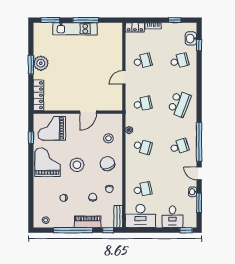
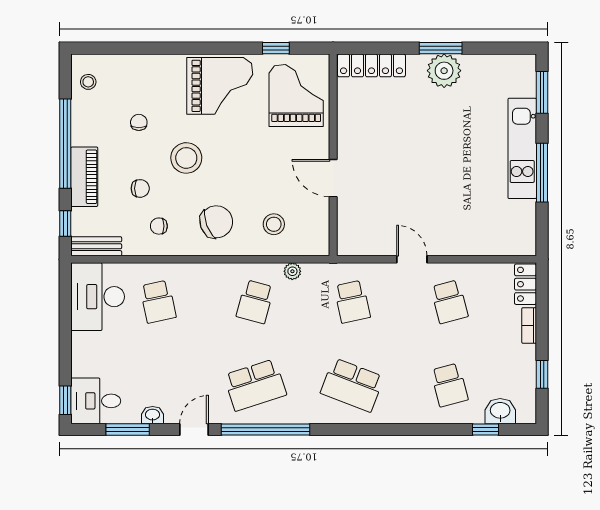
school desk: (179, 147) -> (255, 385), width x1.85
stool: (77, 165) -> (186, 158), moved
desk: (172, 217) -> (96, 401), moved

